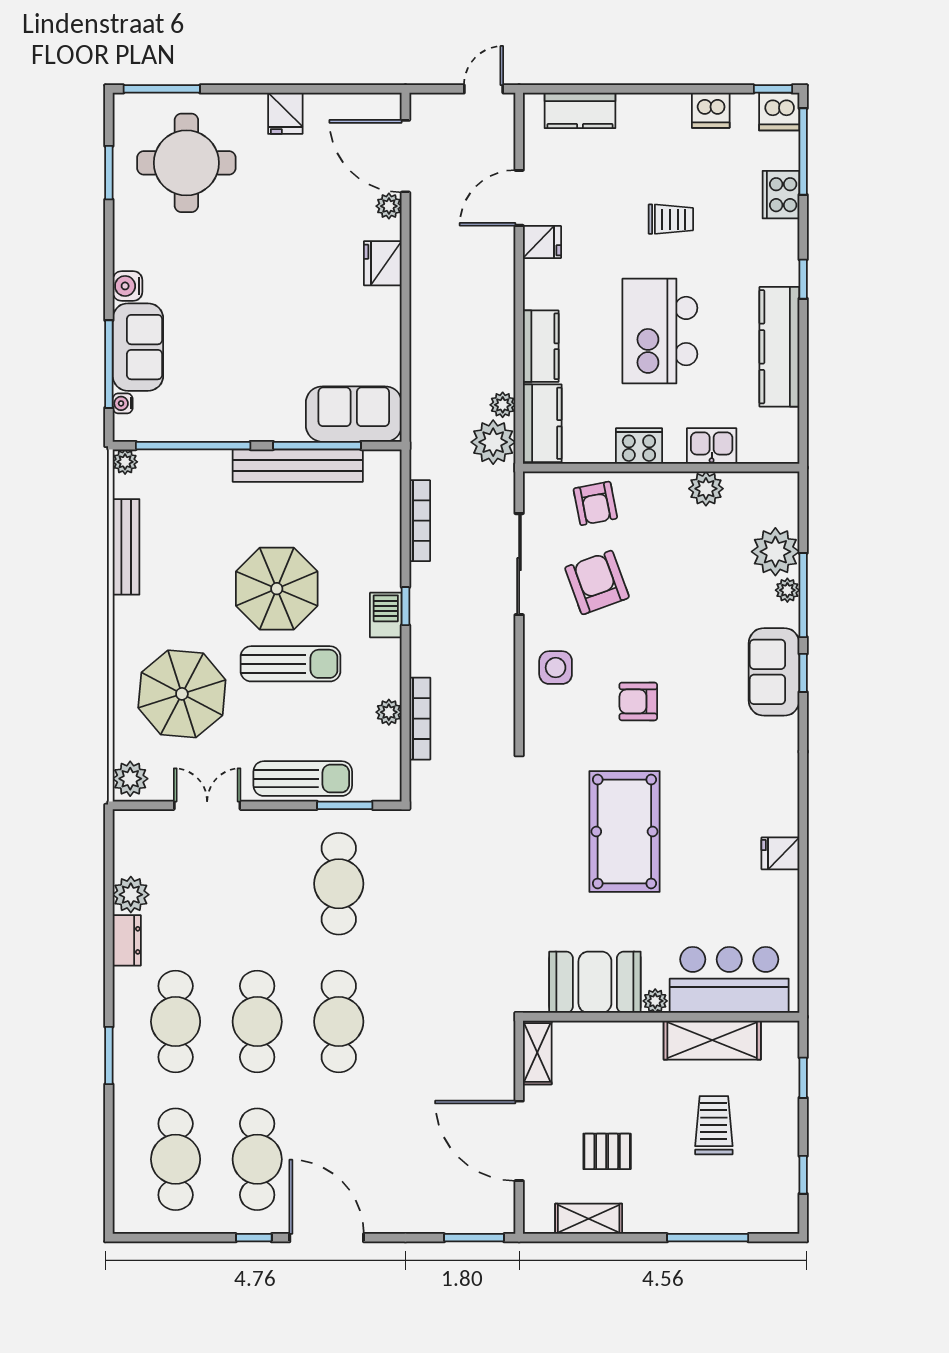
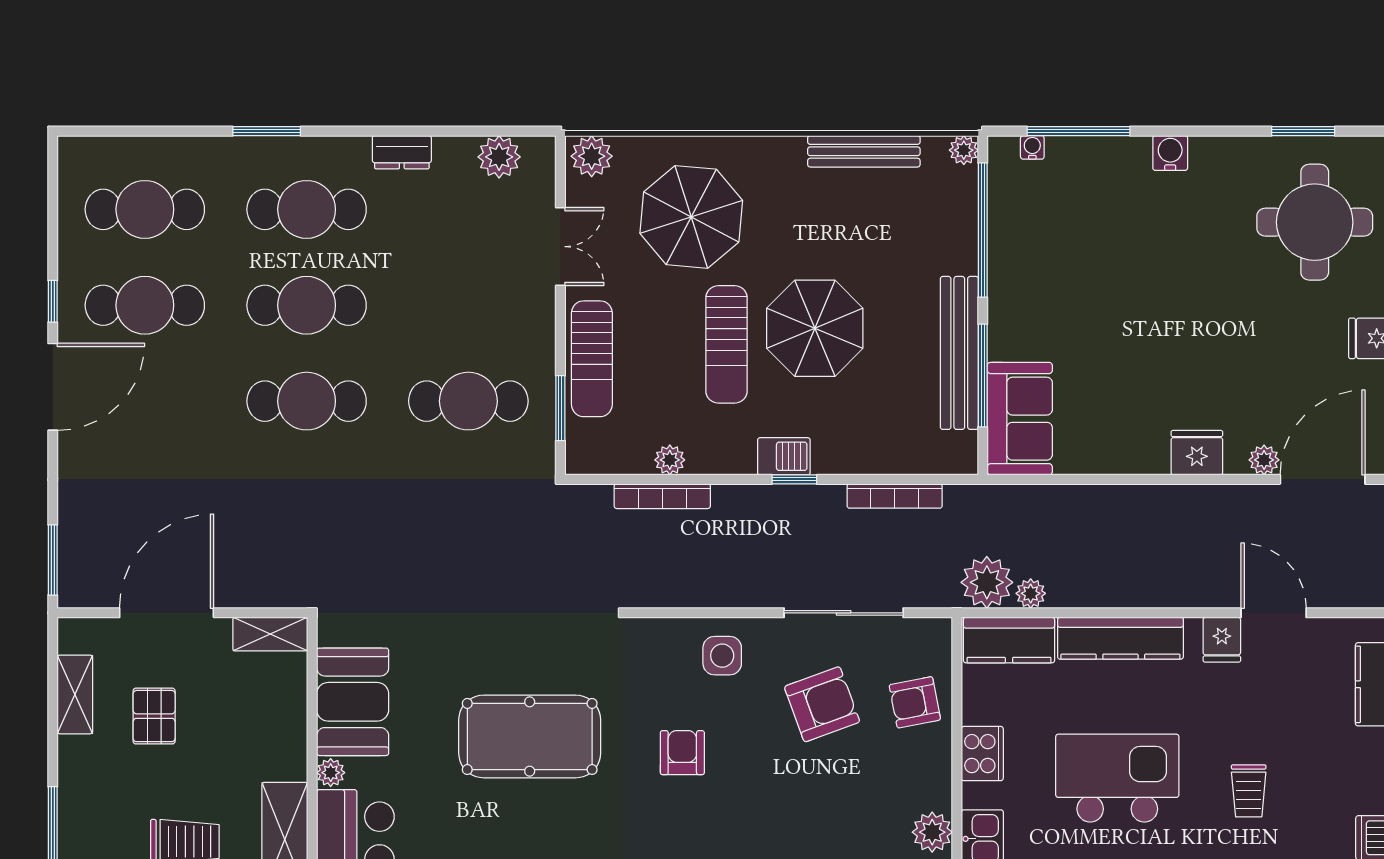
kitchen counter: (541, 346) -> (1120, 638), width x1.50
sofa: (138, 347) -> (1098, 165), removed
plant: (131, 895) -> (499, 157), moved

